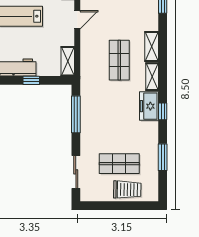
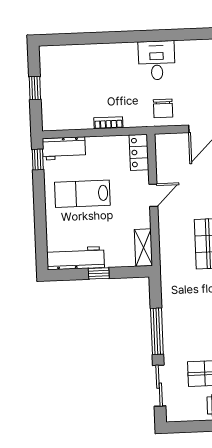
window: (76, 114) -> (157, 331), moved

